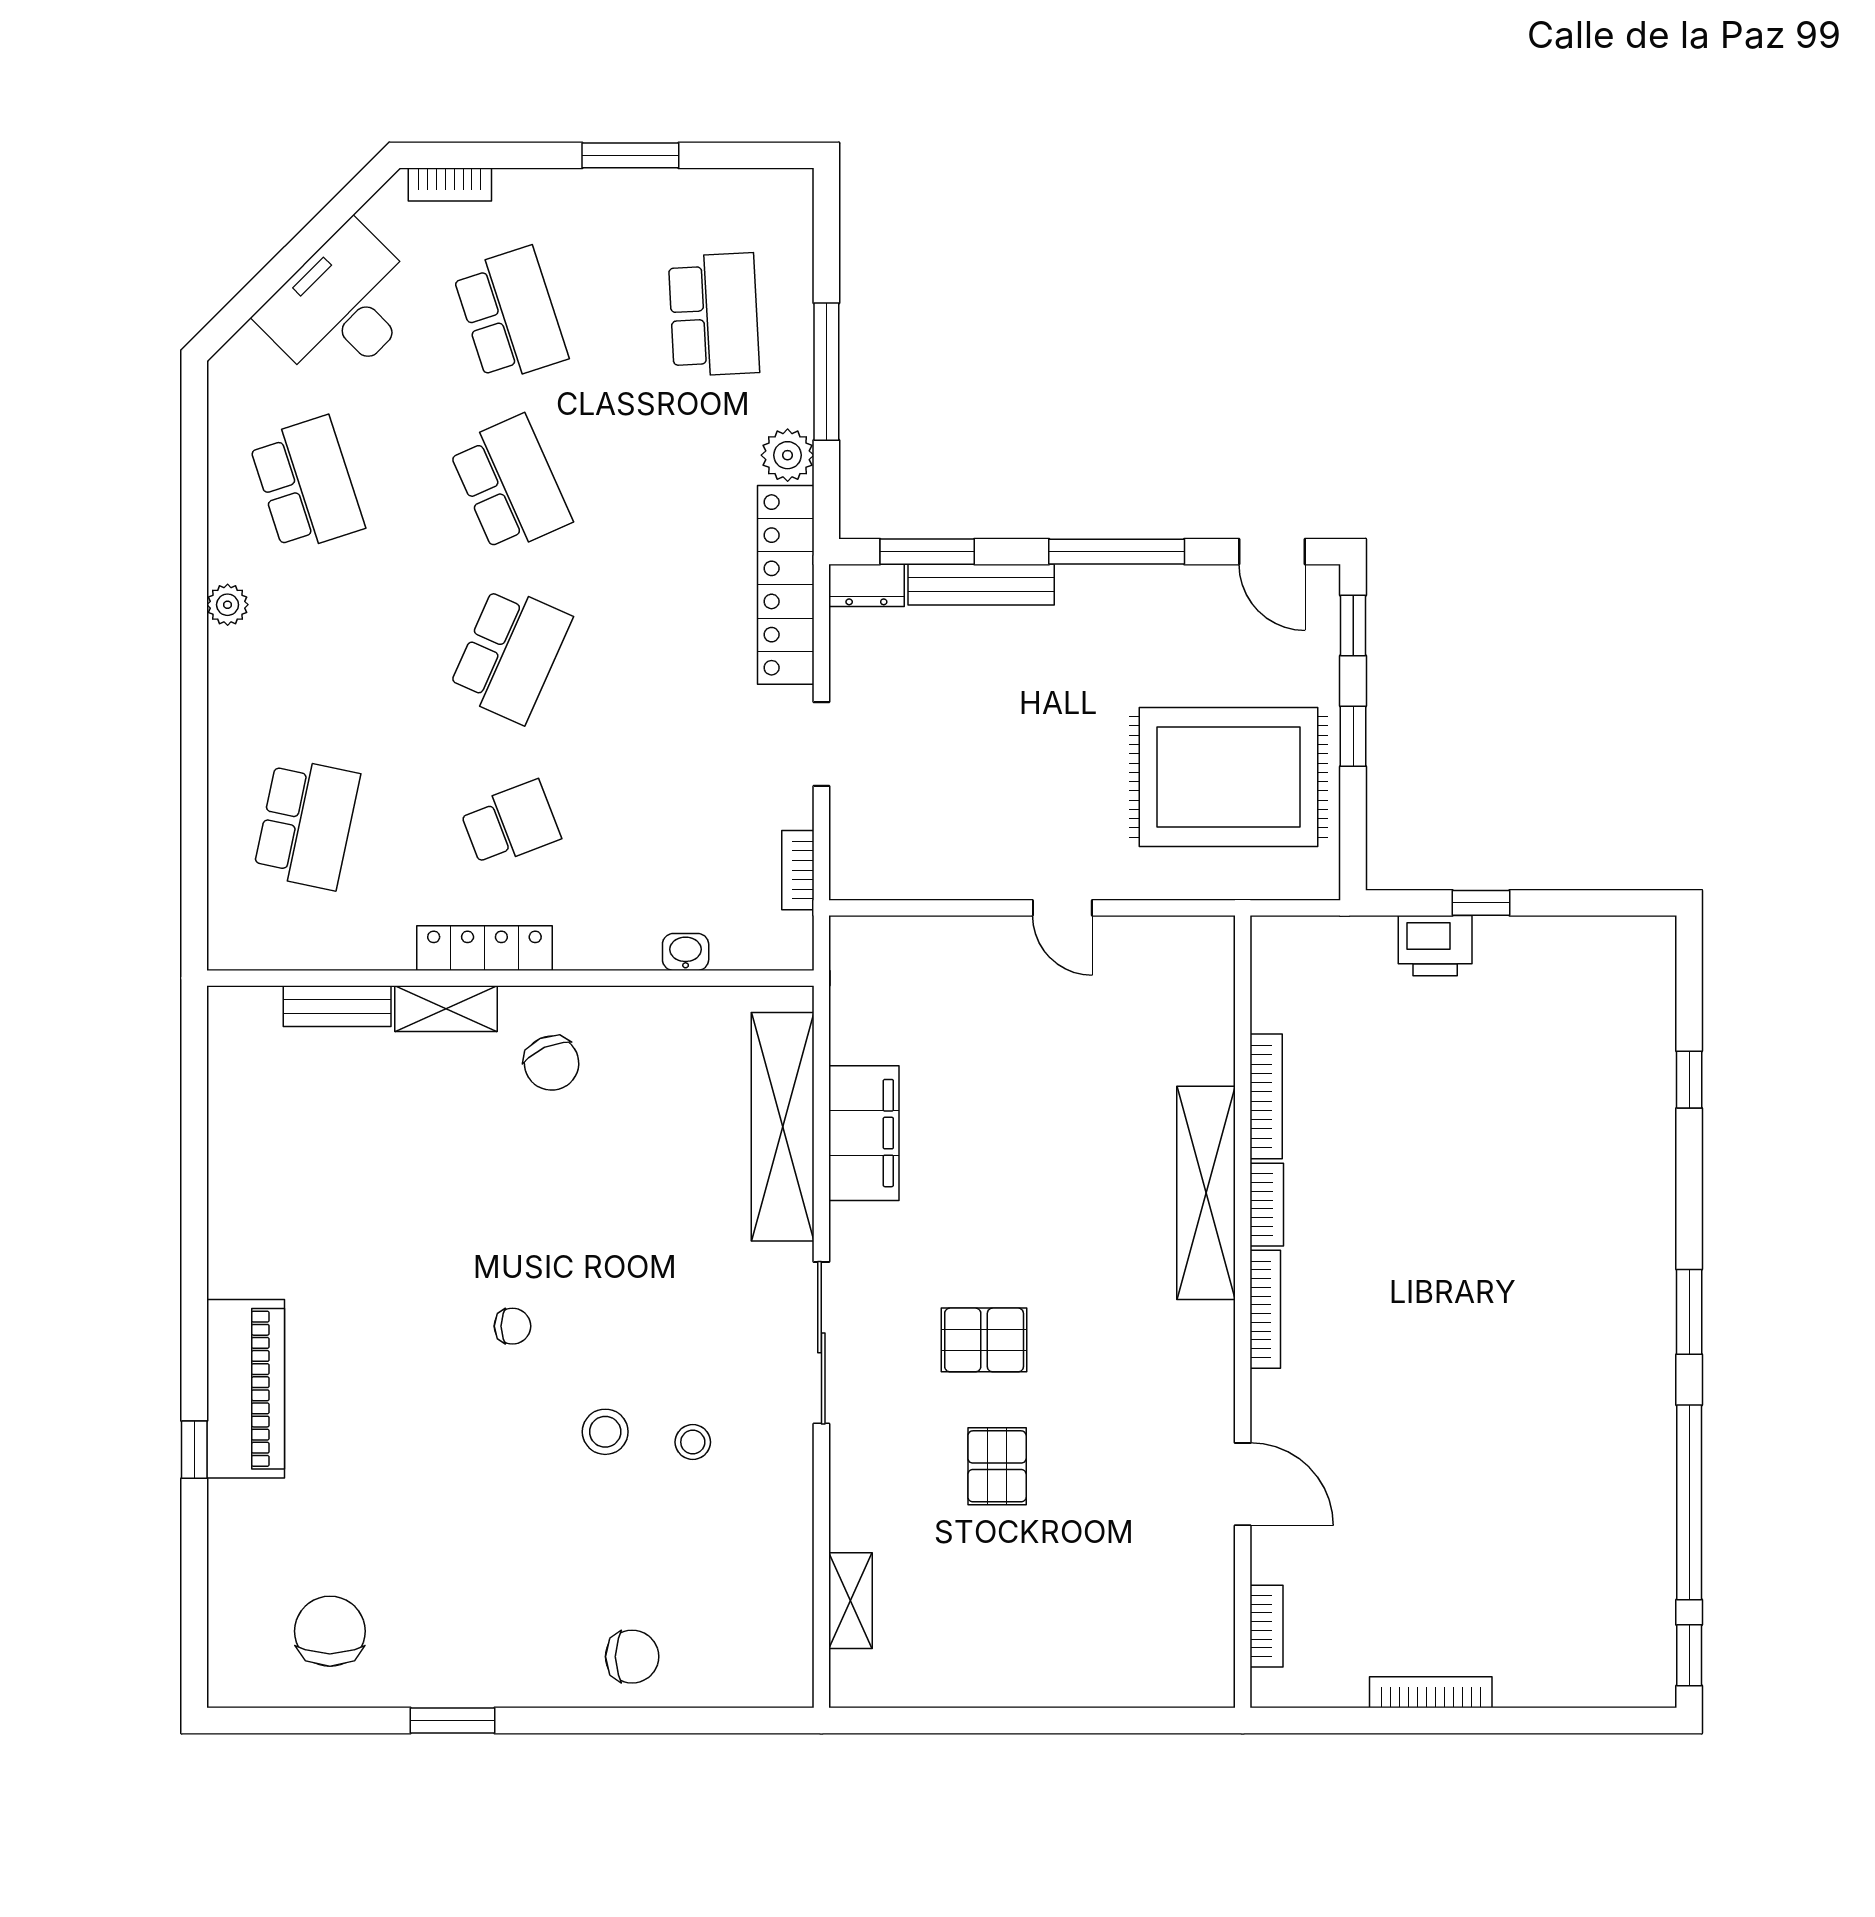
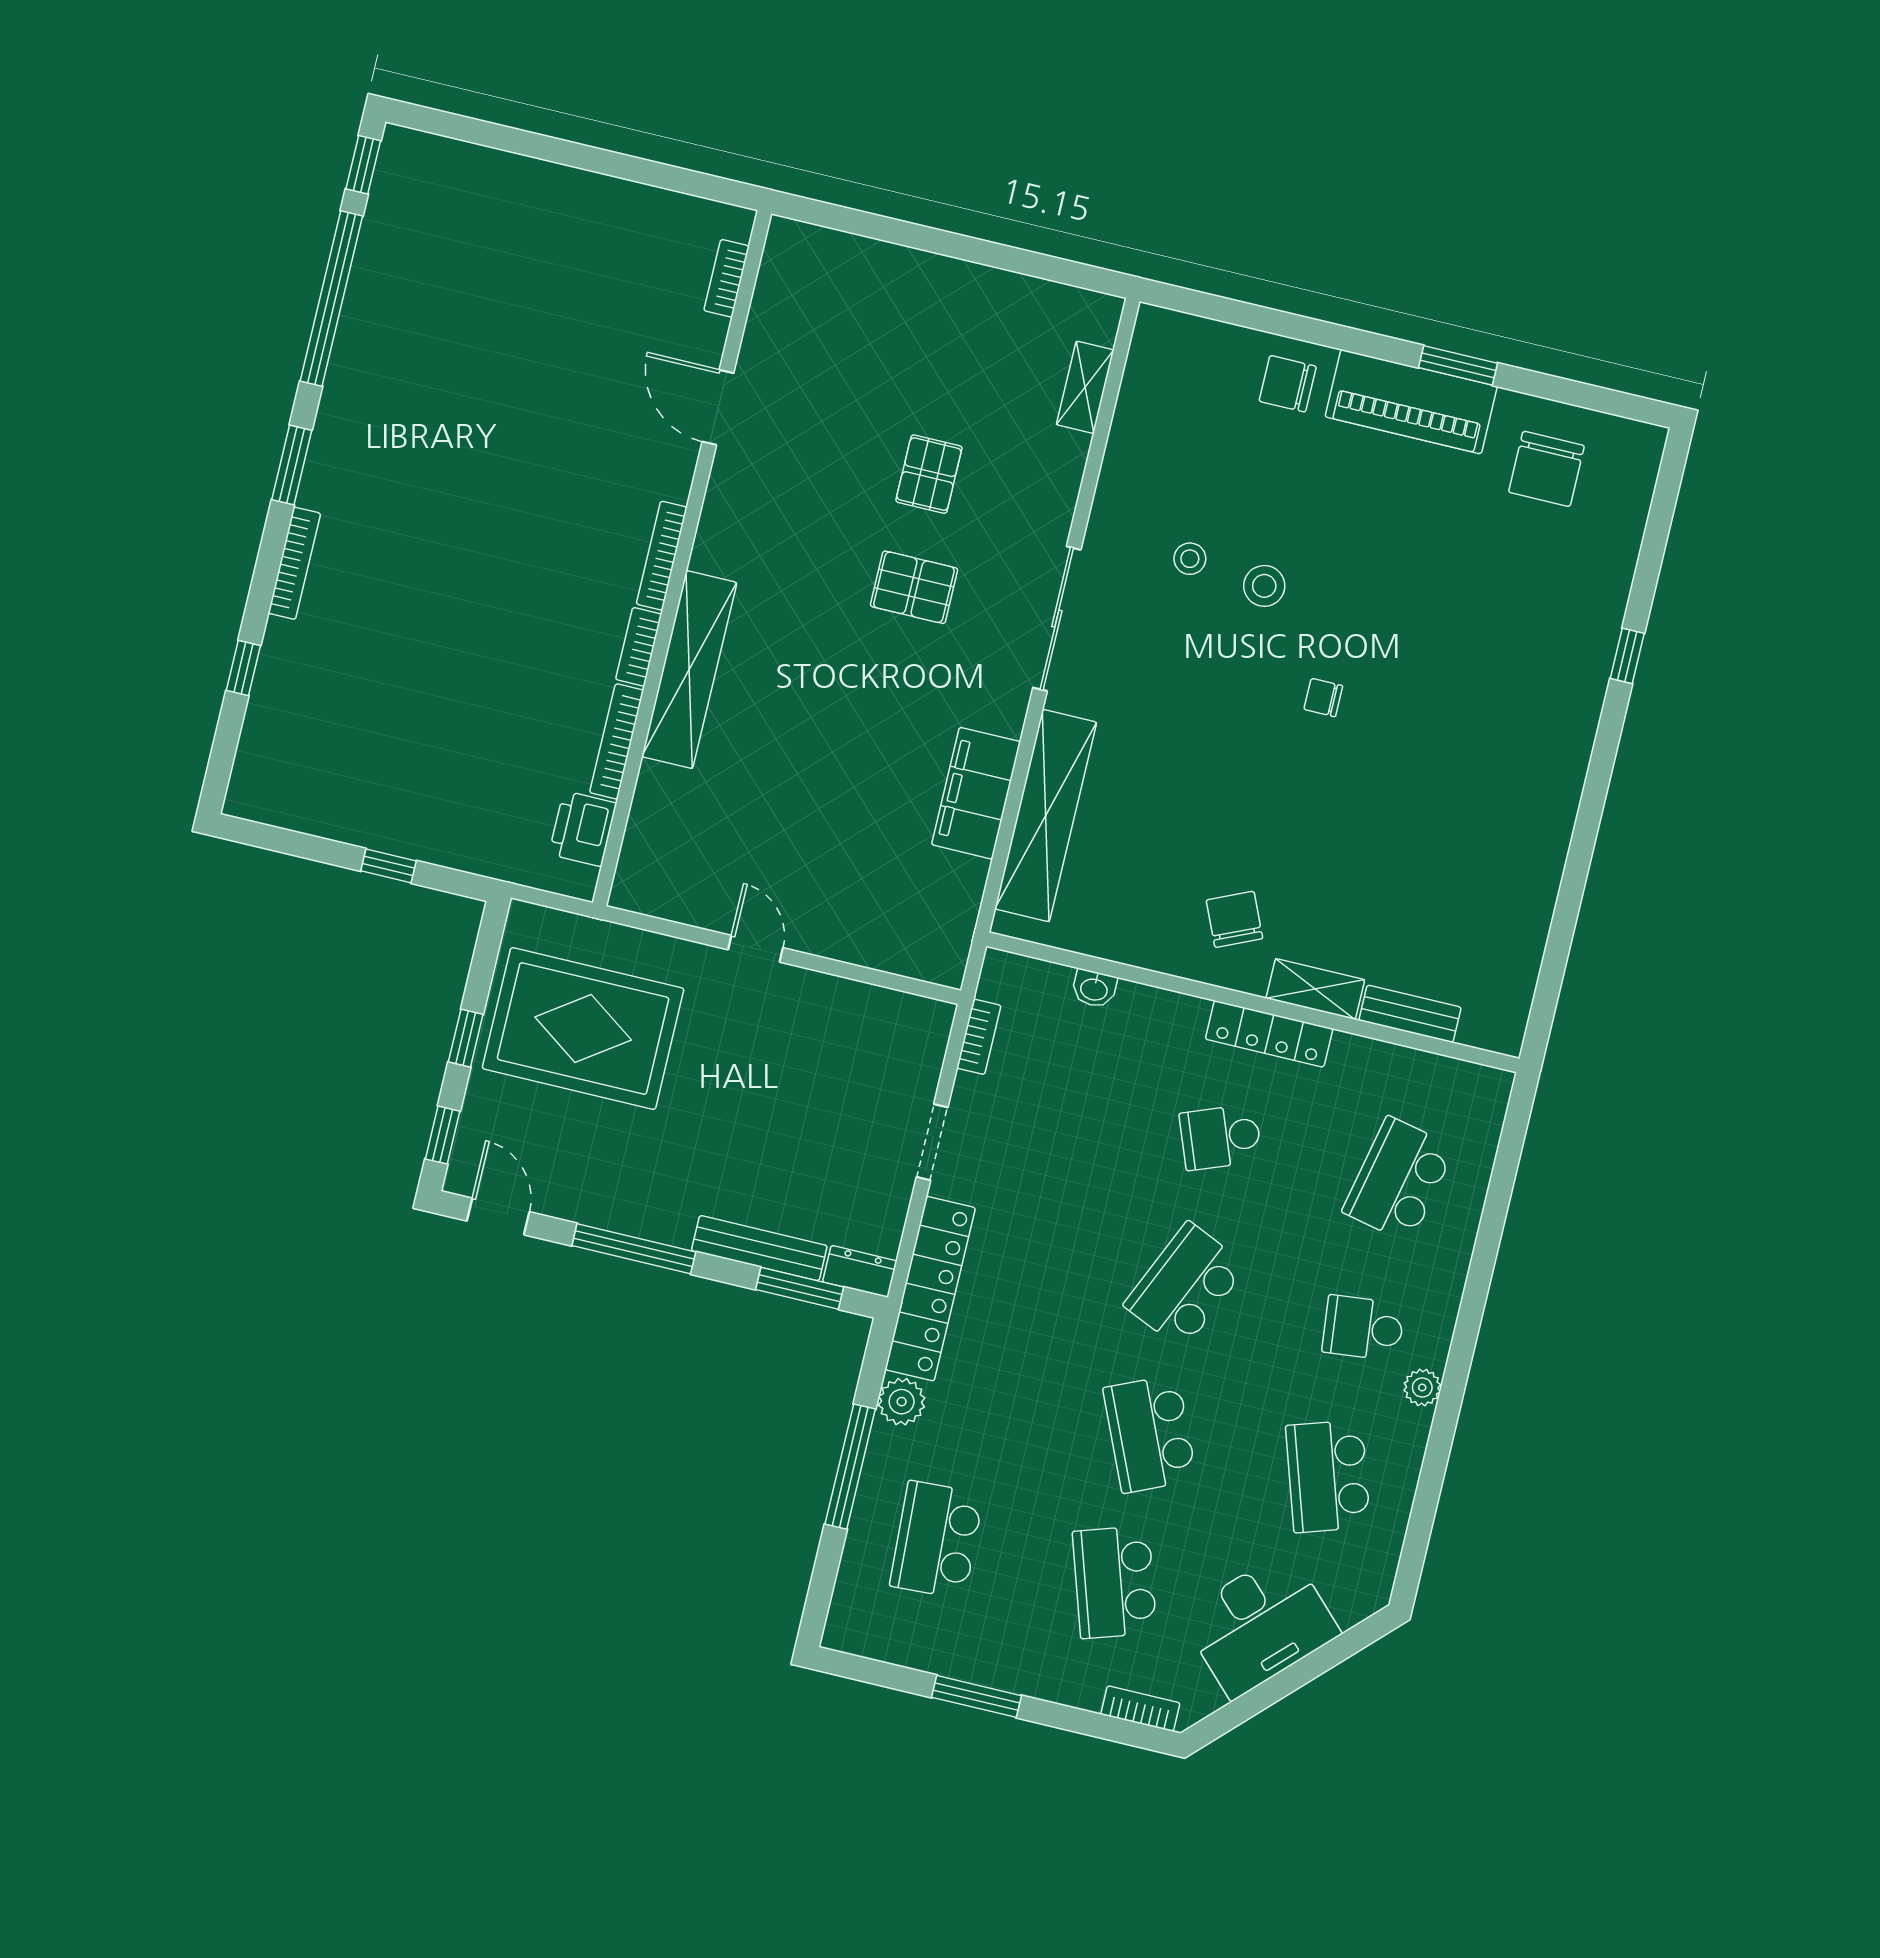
school desk: (307, 654) -> (1363, 1328), added
printer: (1435, 946) -> (583, 829), moved, turned -90
piano: (246, 1389) -> (1411, 402), moved, turned -90
bookcase: (1431, 1692) -> (294, 563), moved, turned -90

